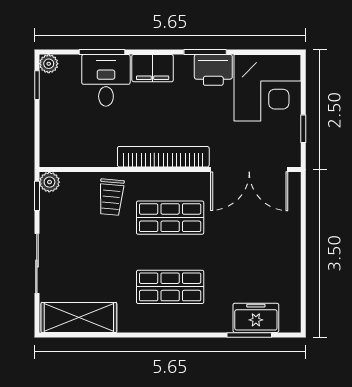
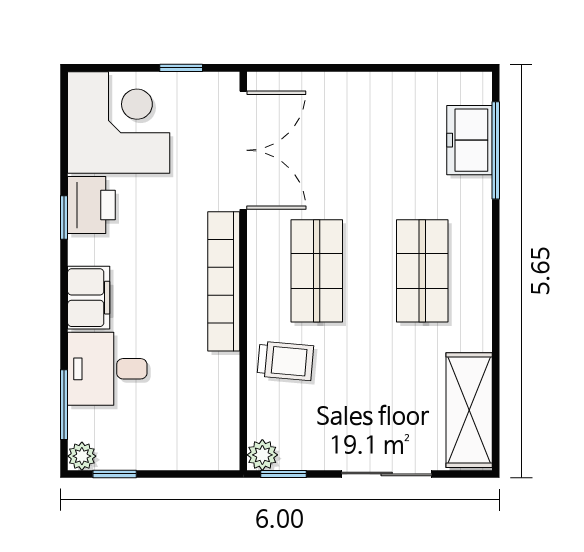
window: (102, 52) -> (64, 405), moved
window: (205, 52) -> (64, 218), width x0.67
window: (249, 335) -> (496, 150), width x1.44

